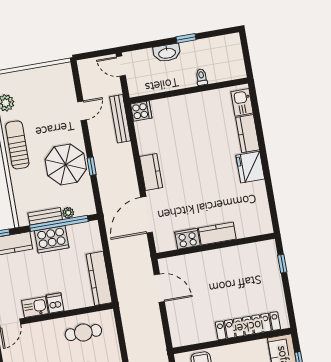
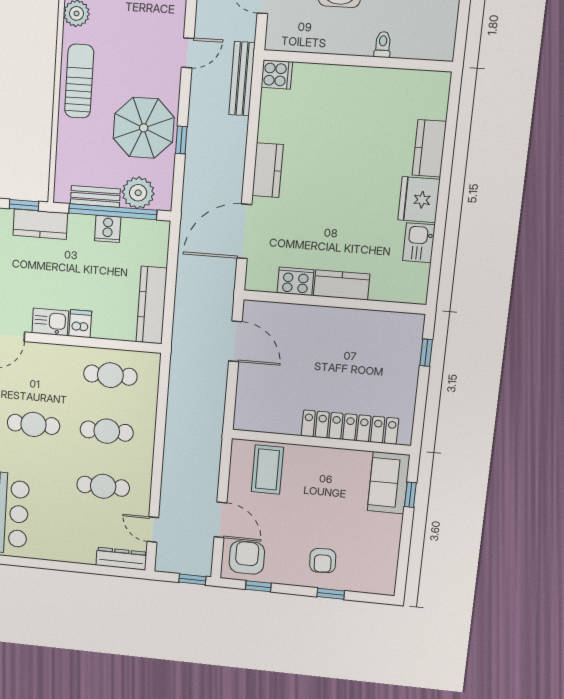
kitchen sink: (242, 102) -> (419, 243), moved
plant: (68, 213) -> (138, 193), width x1.87, depth x1.87
cooker: (52, 239) -> (108, 229), width x0.53, depth x0.76

